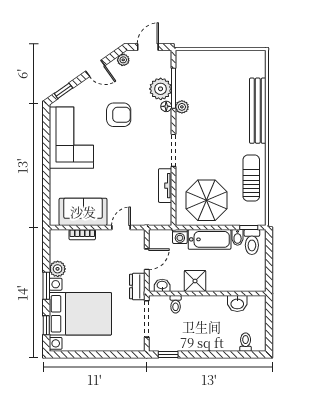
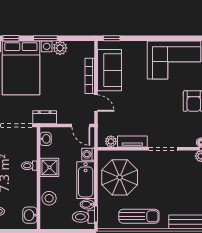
window: (46, 209) -> (112, 38), added
plant: (165, 210) -> (111, 141), added
bookcase: (82, 235) -> (90, 76), width x1.56
door: (147, 259) -> (81, 125), moved
stool: (231, 281) -> (49, 198), added
washbasin: (237, 303) -> (30, 215), moved
toilet: (176, 304) -> (29, 166), moved

